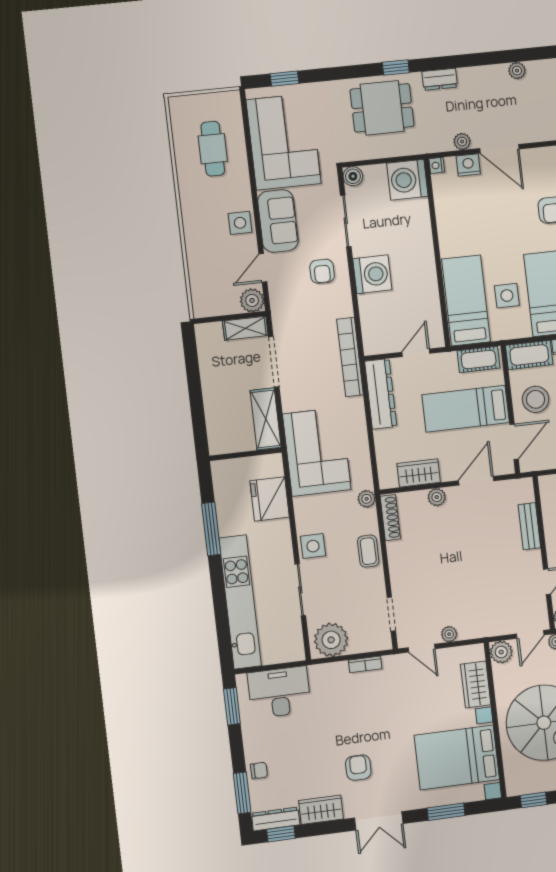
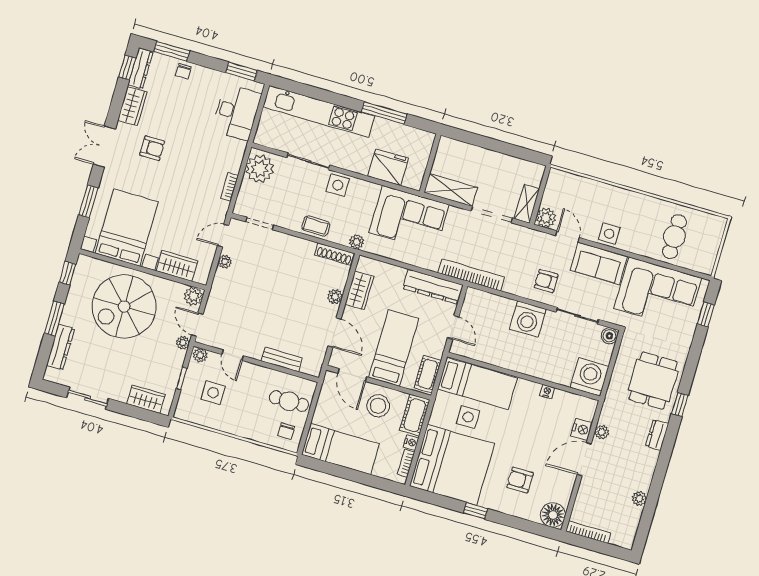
cafe table: (213, 149) -> (674, 237), turned 90
nightstand: (437, 165) -> (547, 392), moved

